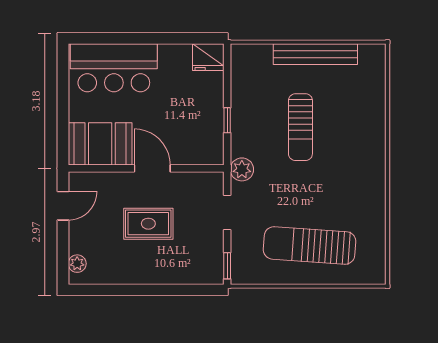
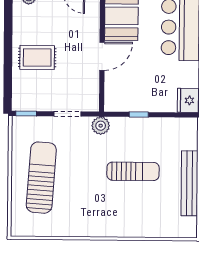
sun lounger: (300, 127) -> (133, 171), turned 180
rug: (148, 224) -> (37, 57), moved, turned 90

